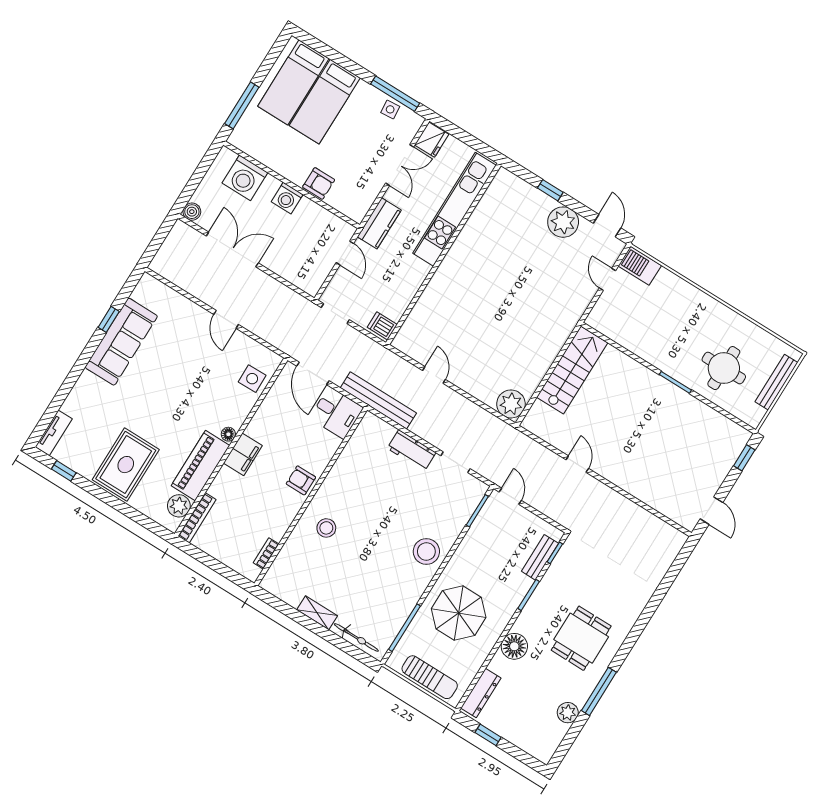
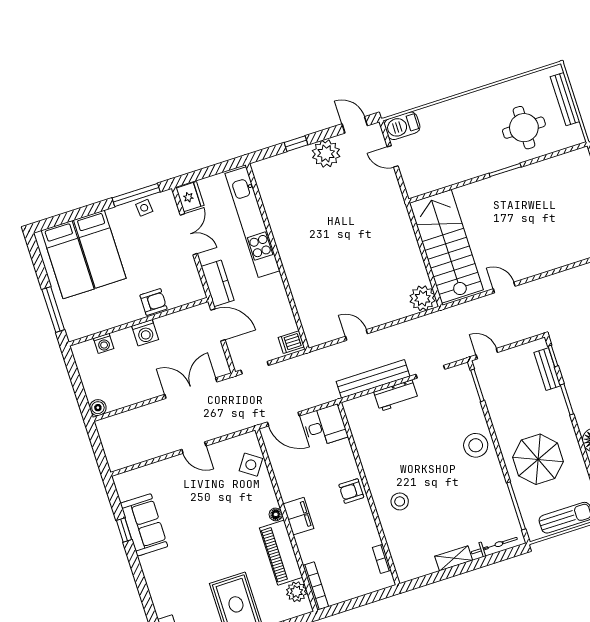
washing machine: (245, 178) -> (104, 343), width x0.53, depth x0.53
double door: (232, 249) -> (191, 388), moved
door: (345, 253) -> (218, 325), width x1.38
sofa: (121, 342) -> (144, 525), width x0.73
stairs: (572, 370) -> (446, 246), width x1.36, depth x1.51
side table: (252, 379) -> (251, 465), turned 36
bench: (378, 400) -> (373, 379), moved

